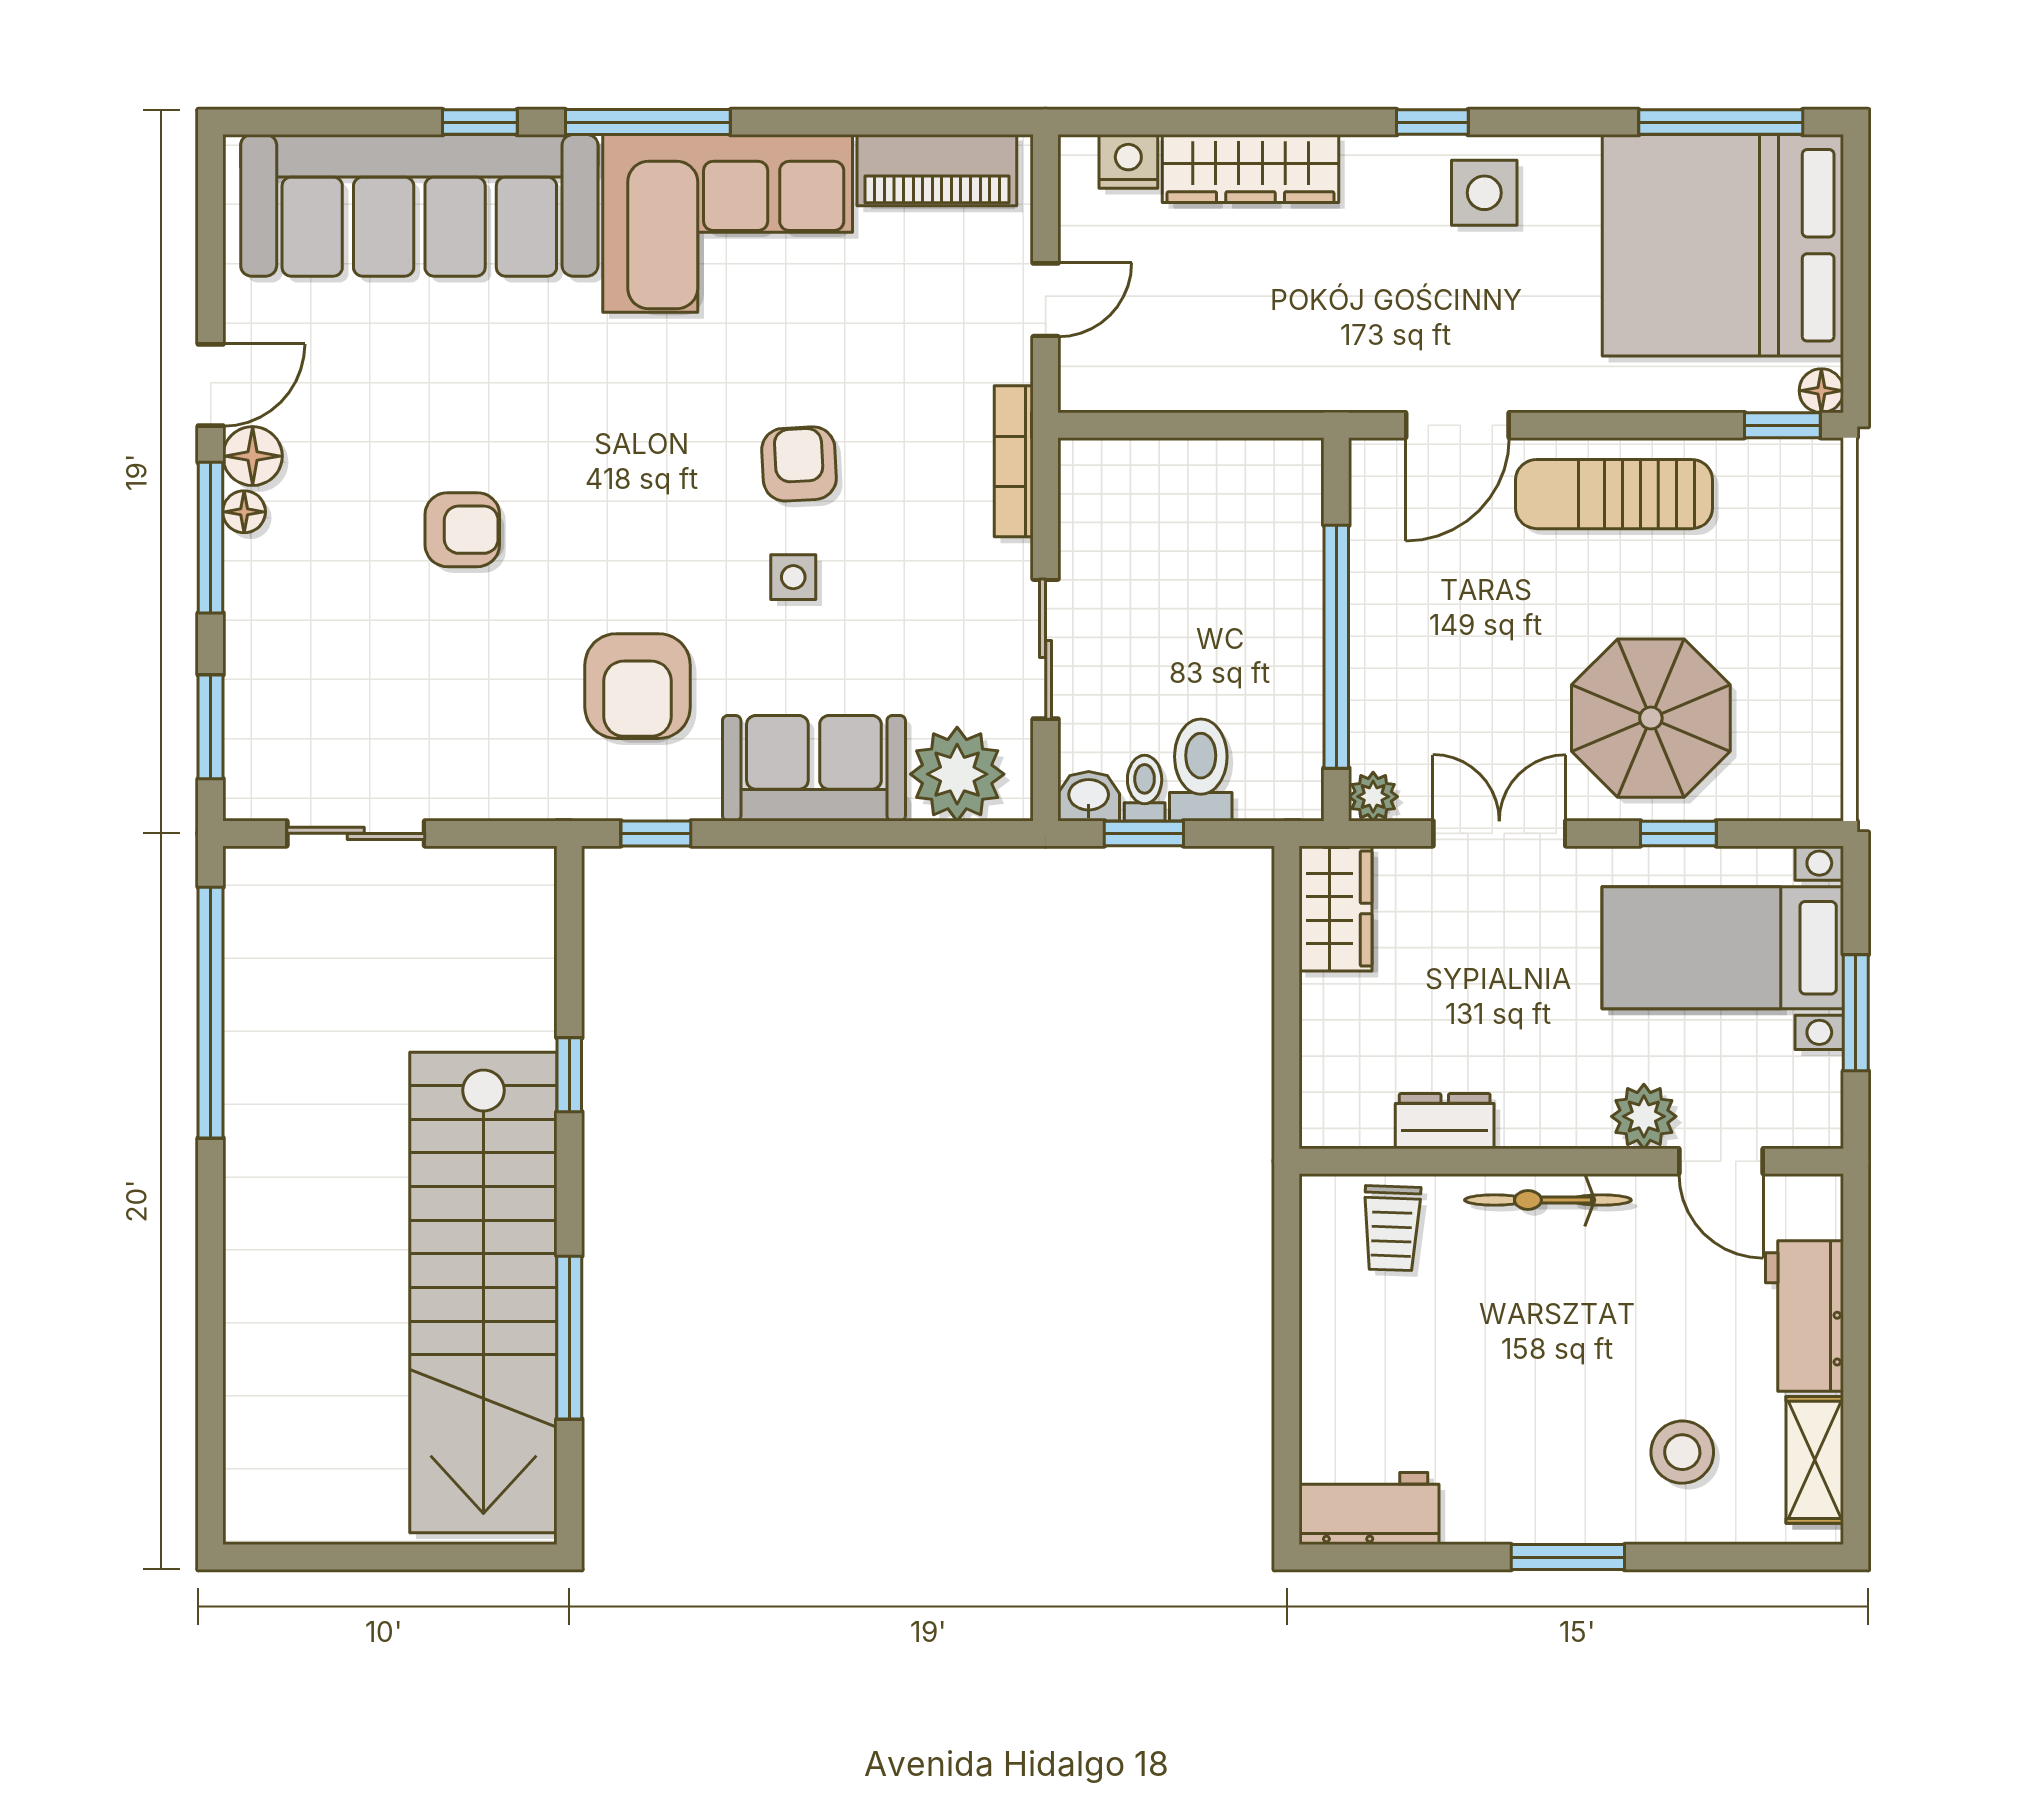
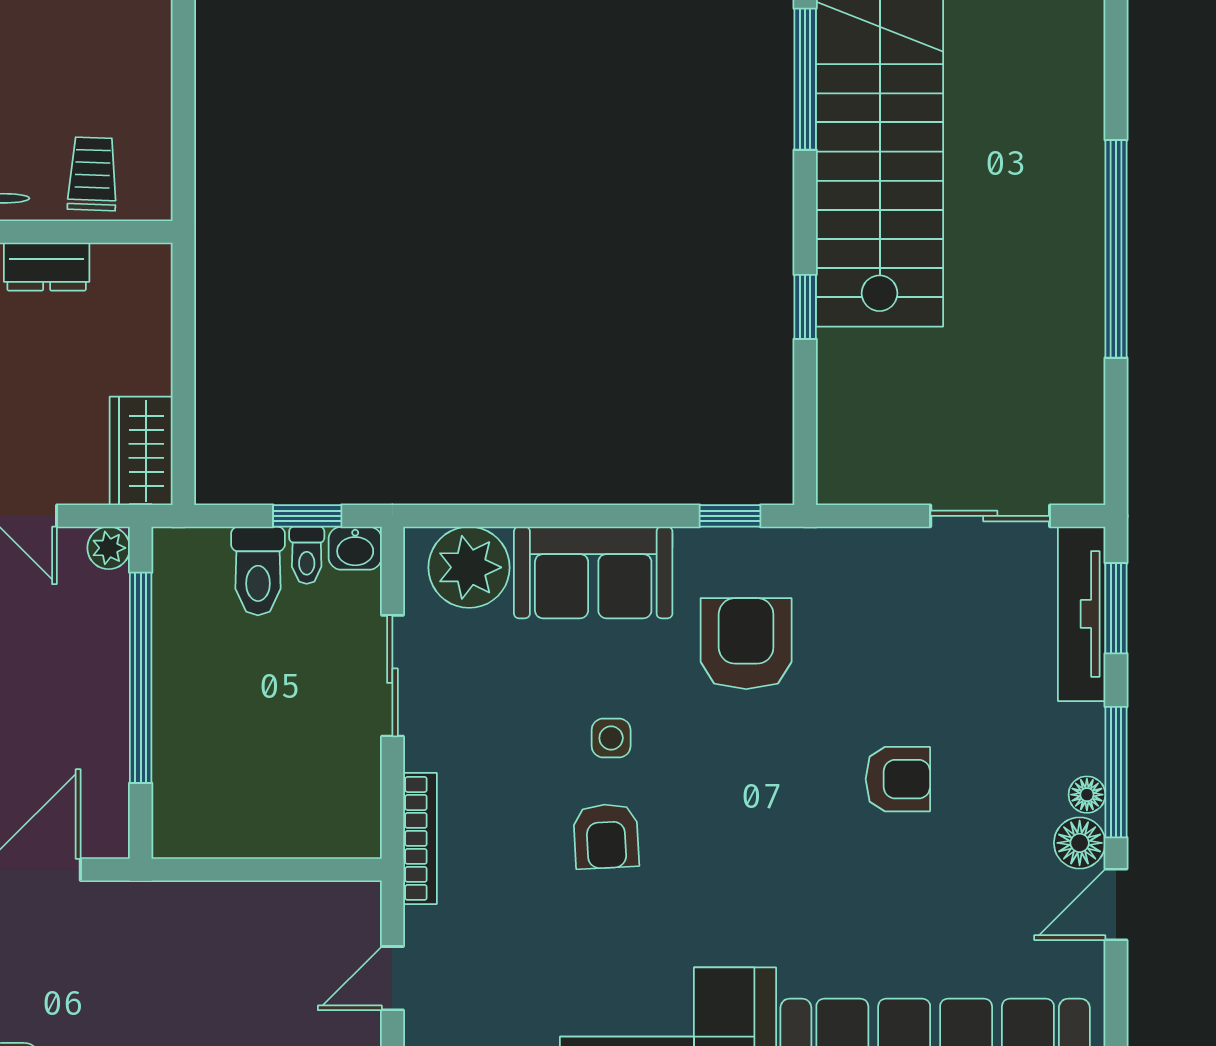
armchair: (462, 530) -> (898, 779), turned 180
tv unit: (250, 720) -> (1082, 614), added
window: (211, 1013) -> (1116, 249), moved

